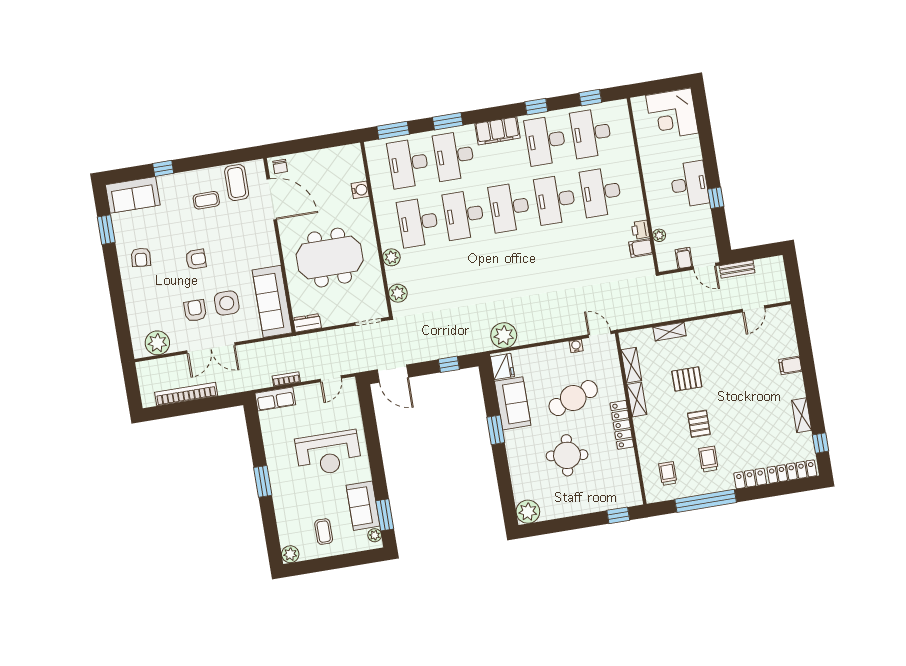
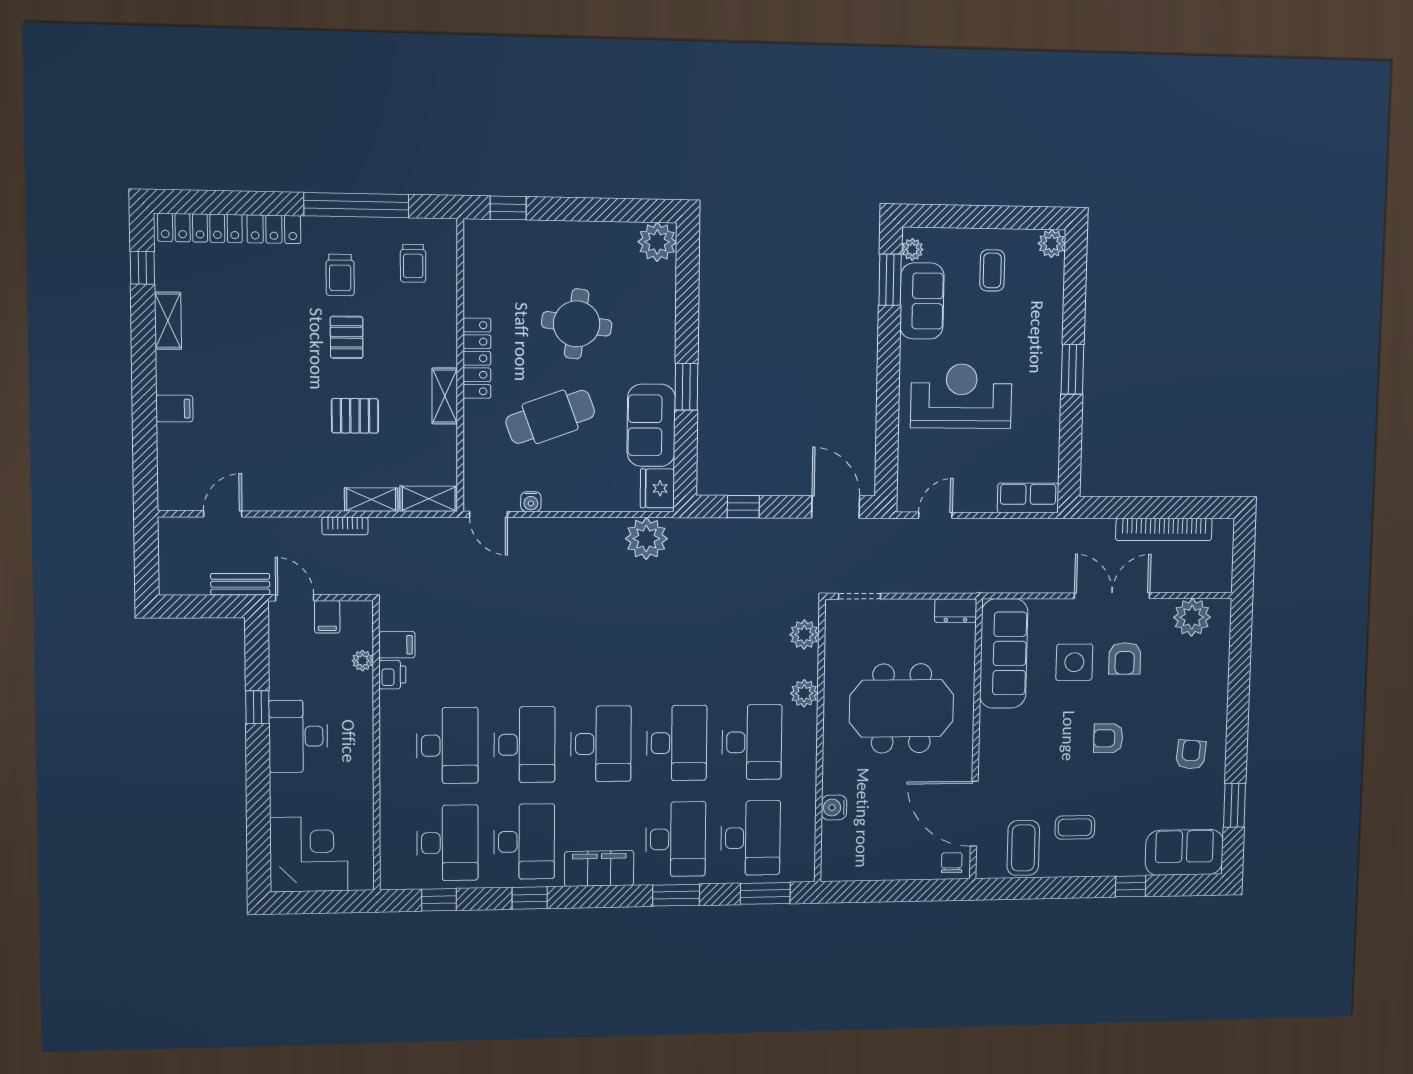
shelving: (631, 365) -> (429, 499), moved, turned 90
bookcase: (286, 379) -> (345, 526), moved

